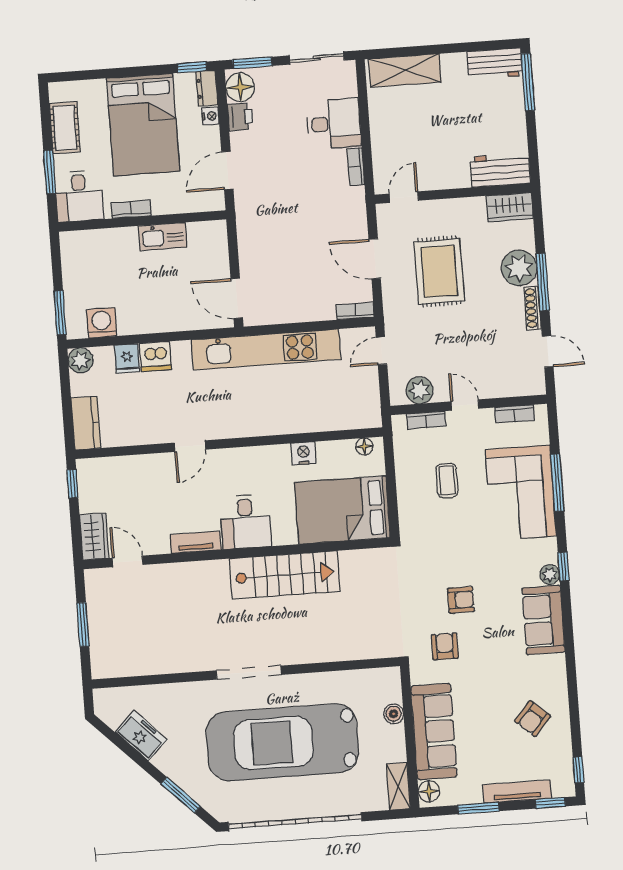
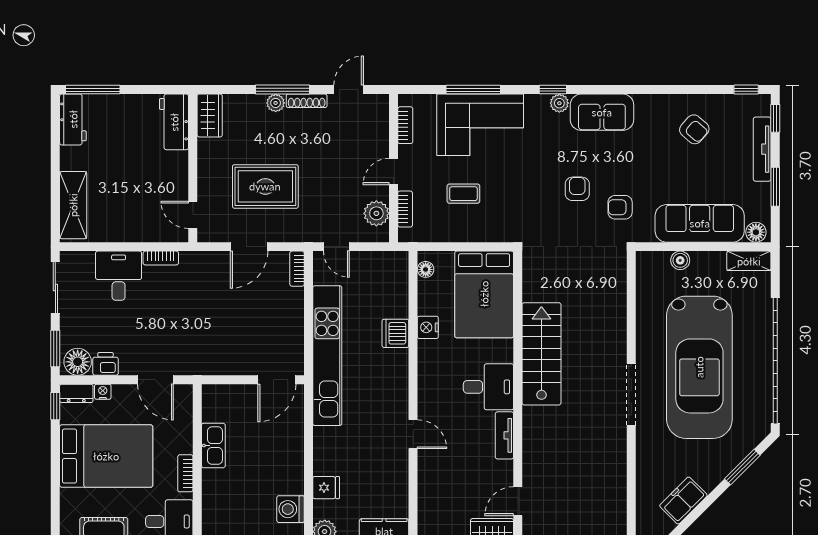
plant: (519, 268) -> (276, 103), width x0.53, depth x0.53
dishwasher: (156, 356) -> (395, 333), moved, turned 180

